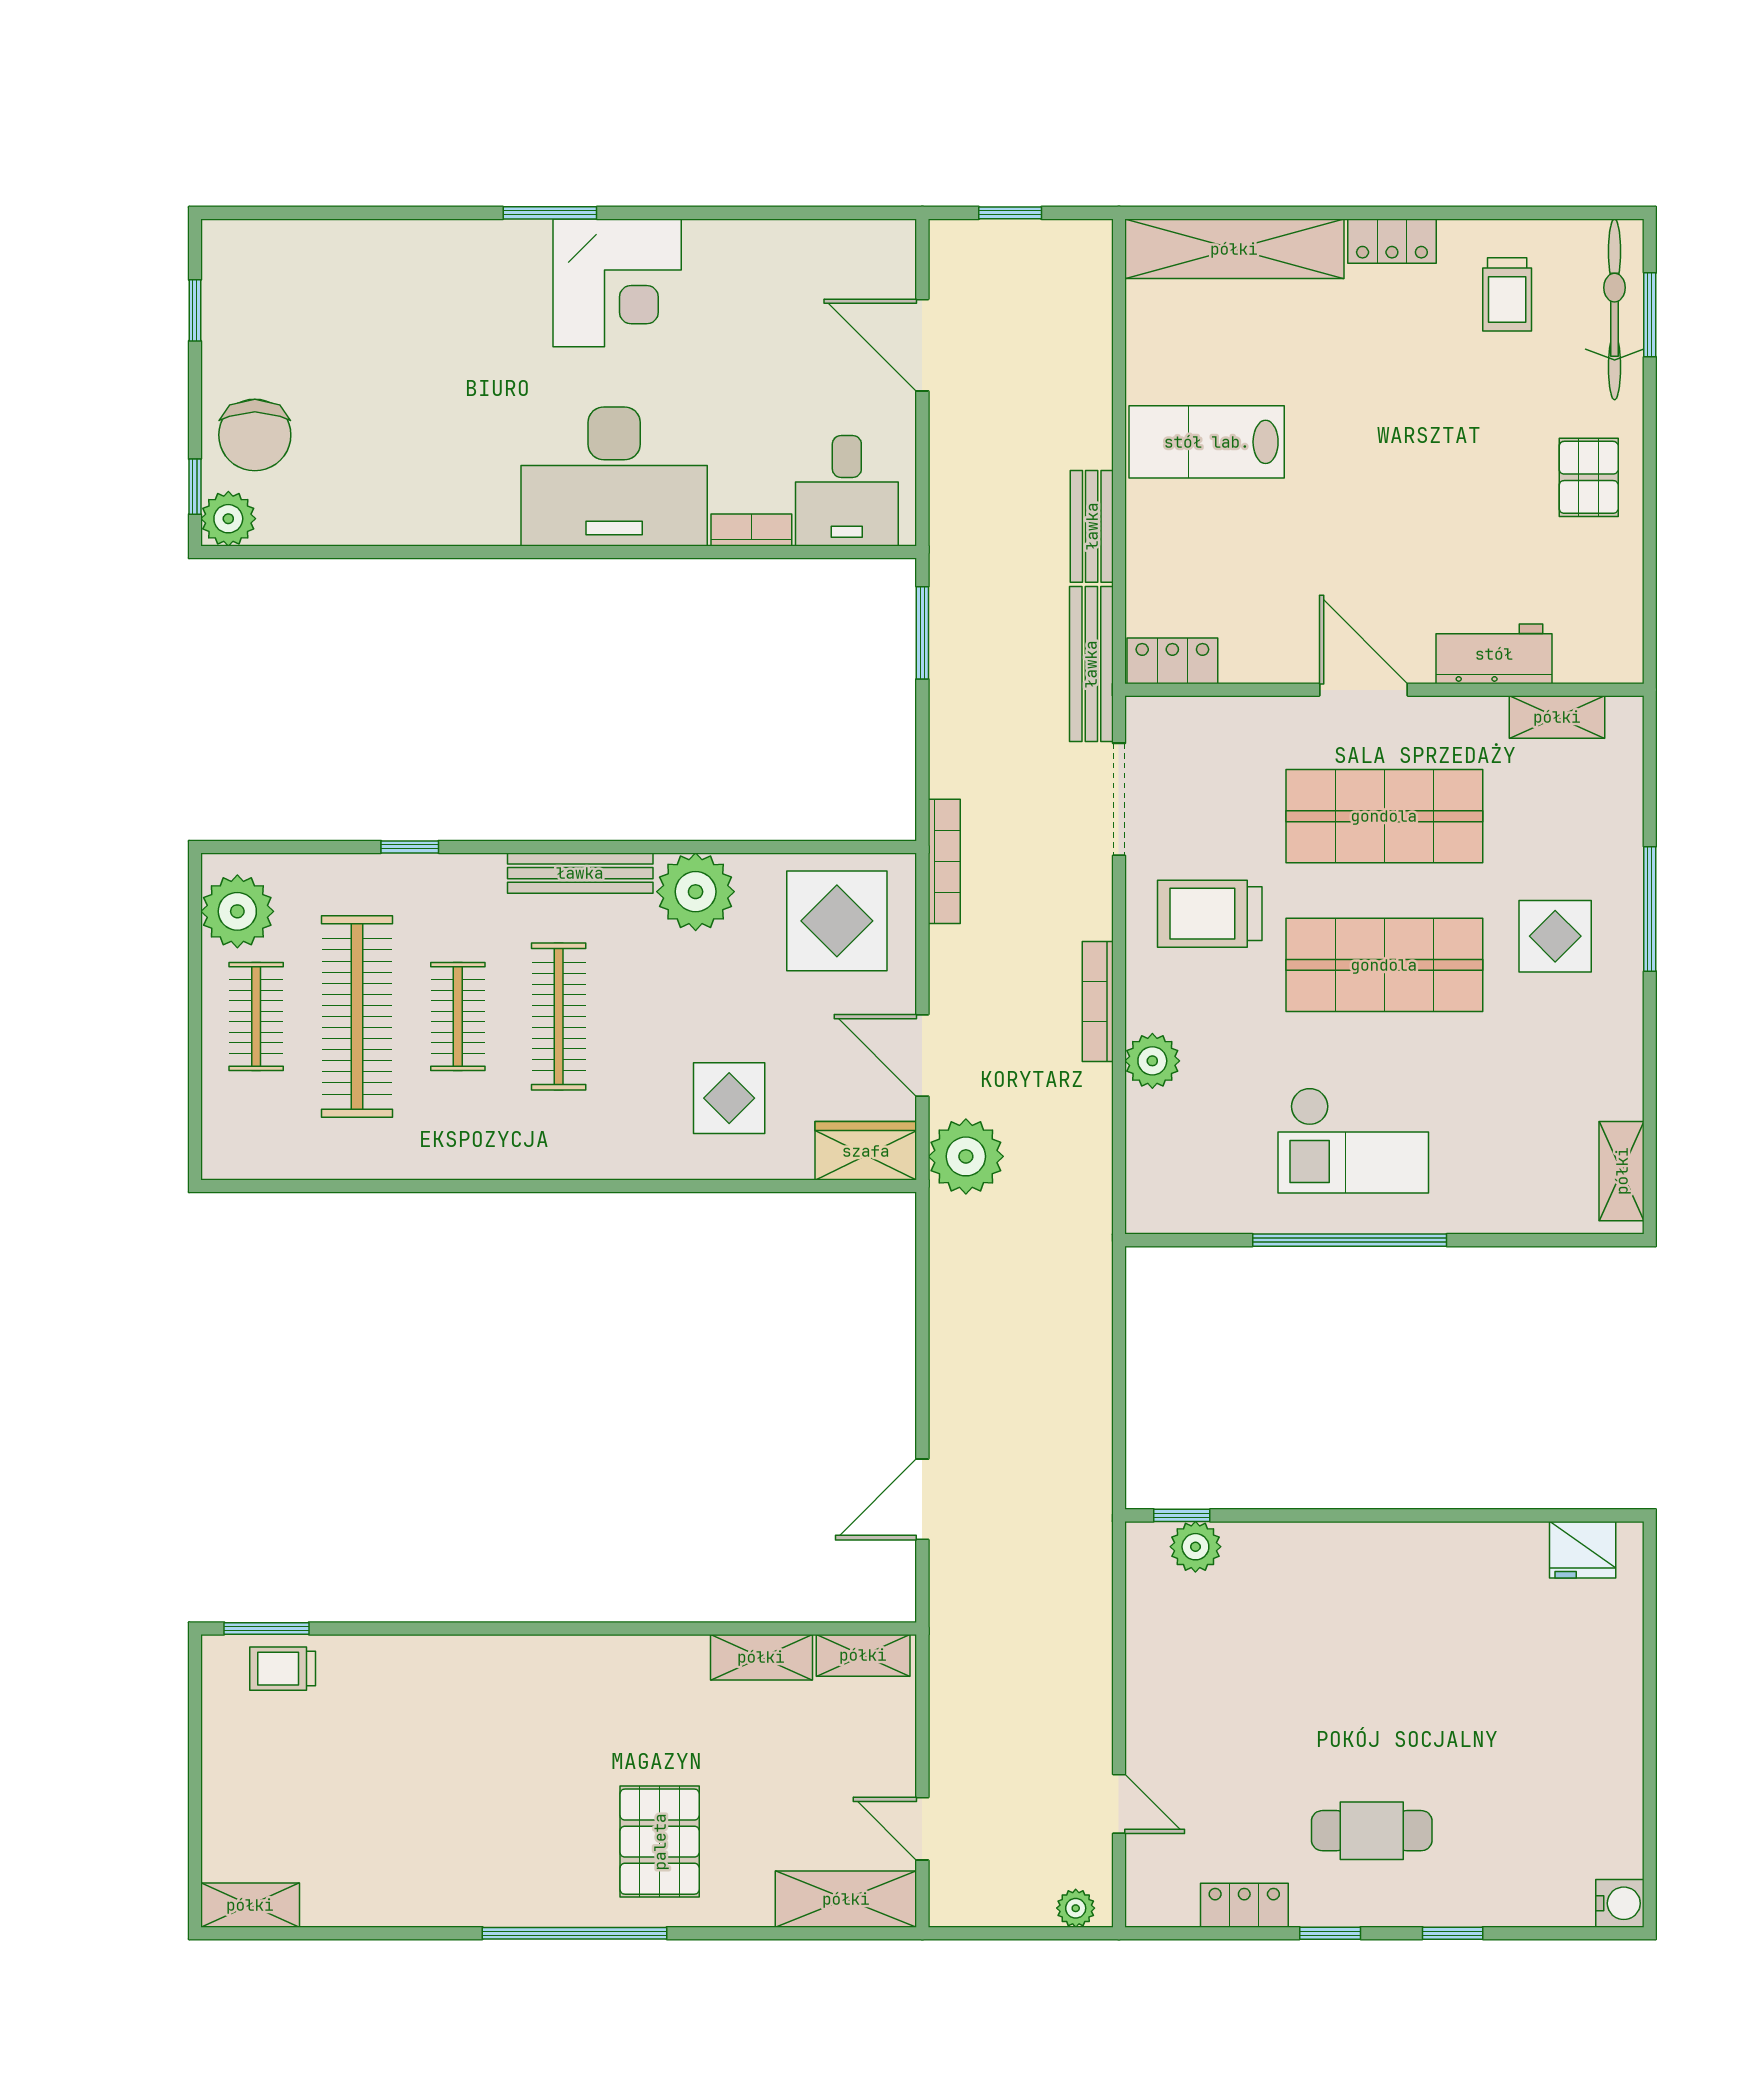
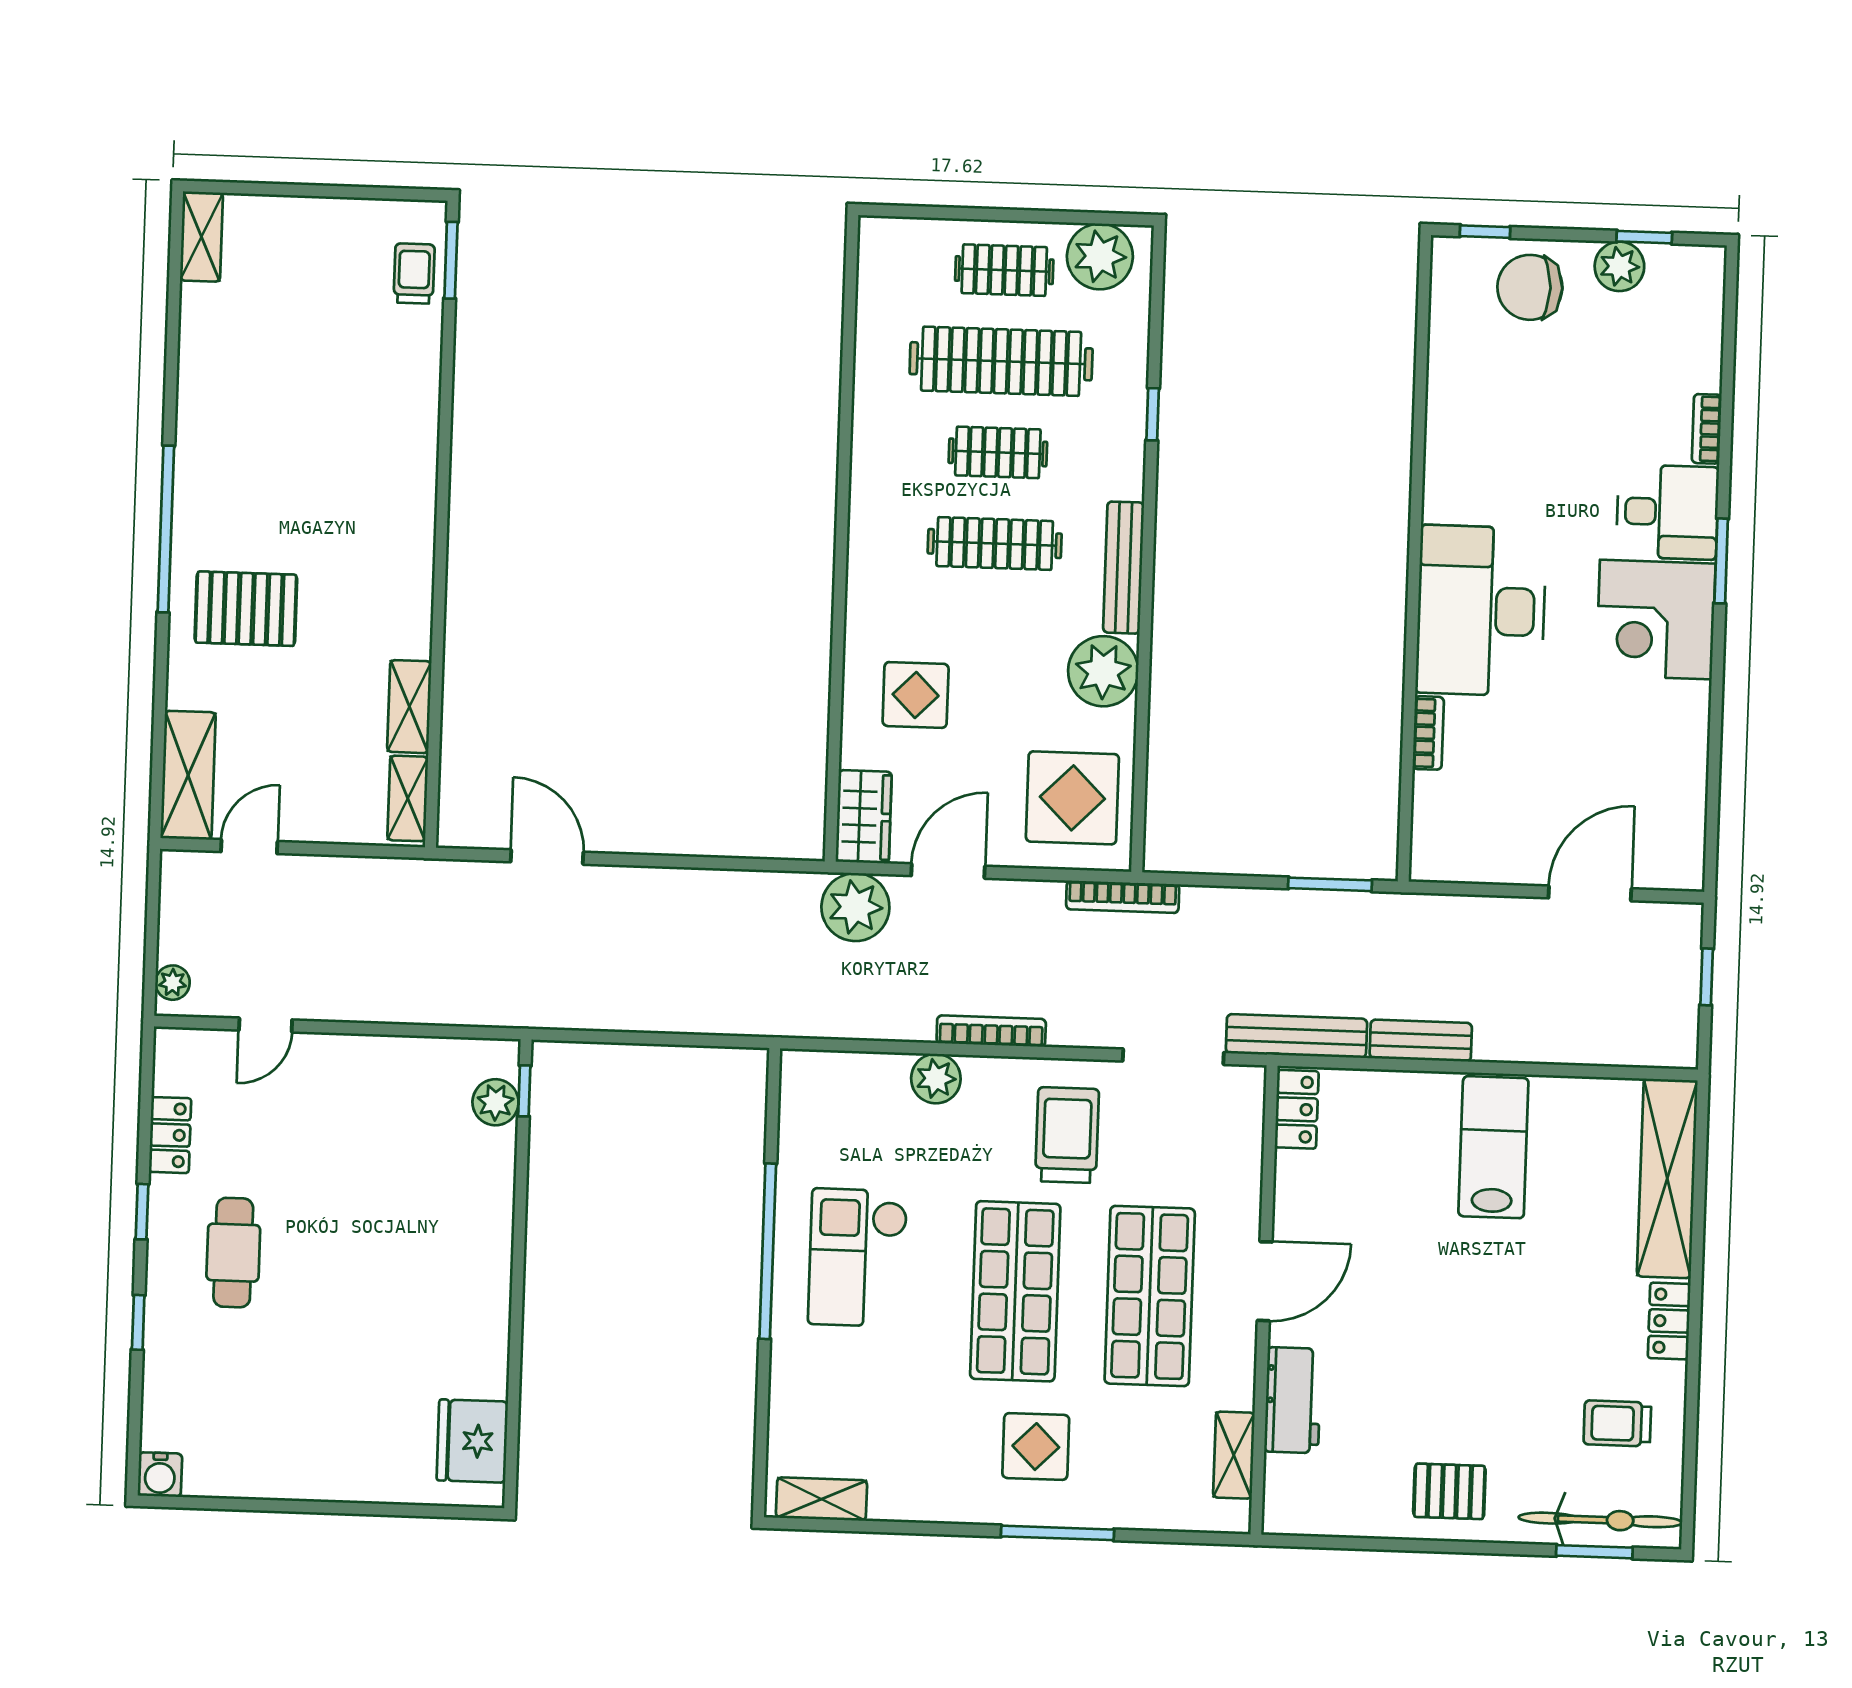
bookcase: (404, 234) -> (1707, 429), added
desk: (847, 491) -> (1667, 512), moved, turned 180
plant: (228, 519) -> (1619, 266), moved
fridge: (1583, 1550) -> (472, 1441), width x1.36, depth x1.34

